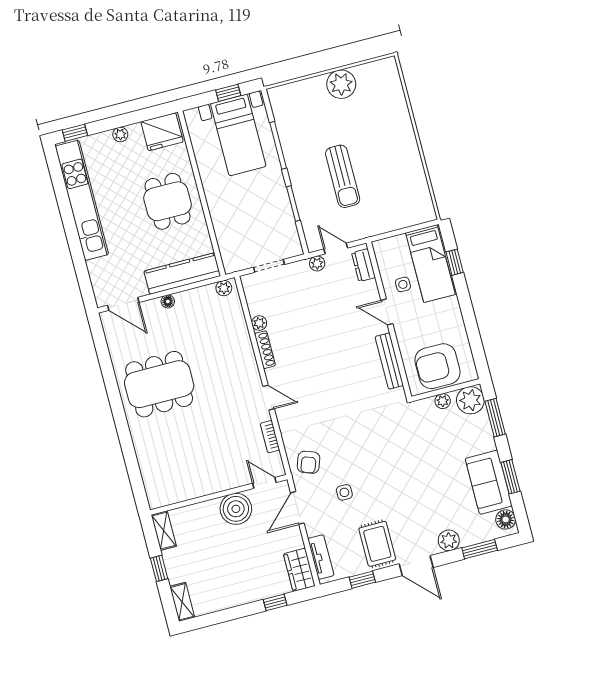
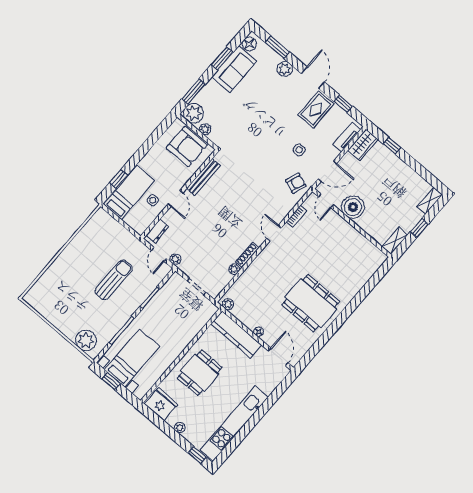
plant: (341, 84) -> (86, 340), moved

